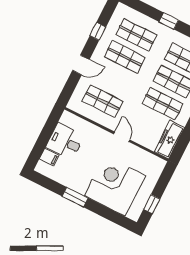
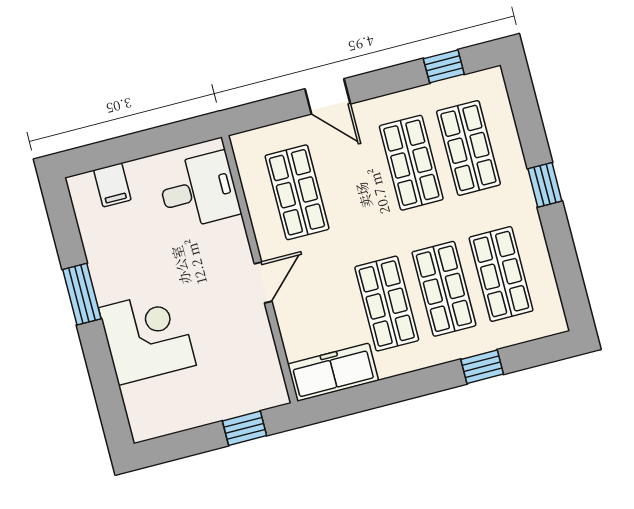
window: (98, 31) -> (444, 66), moved
desk: (65, 142) -> (199, 191), moved, turned 90
corner desk: (115, 186) -> (147, 337), width x0.74, depth x0.74
window: (152, 204) -> (244, 428), moved

